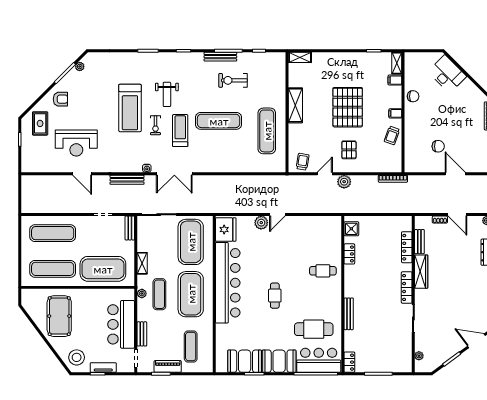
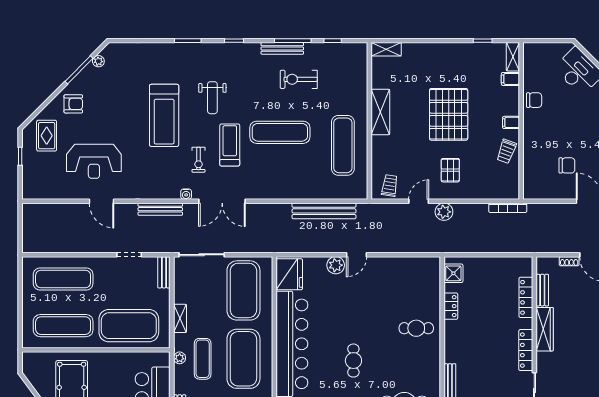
exercise bike: (155, 125) -> (198, 160), moved
bench: (252, 181) -> (324, 211), added

